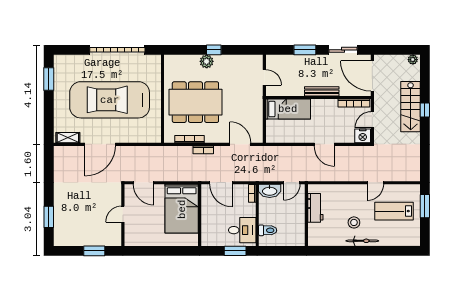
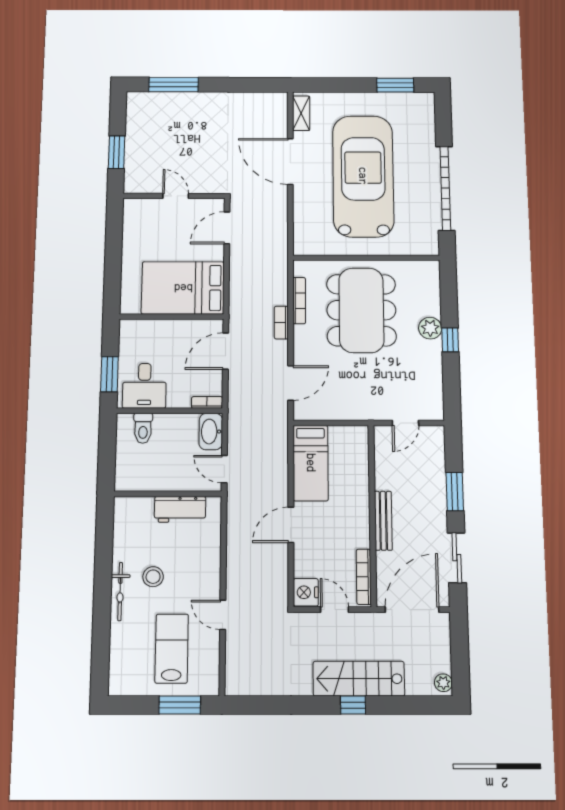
bed: (288, 109) -> (311, 463), moved
window: (49, 217) -> (174, 85), width x1.44

